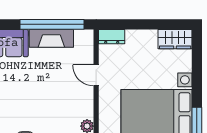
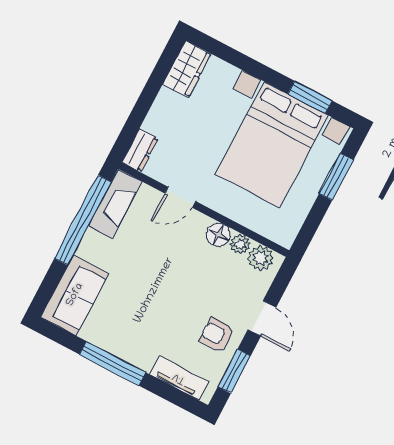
fireplace: (51, 38) -> (115, 204), moved
floor lamp: (86, 110) -> (218, 235), added

